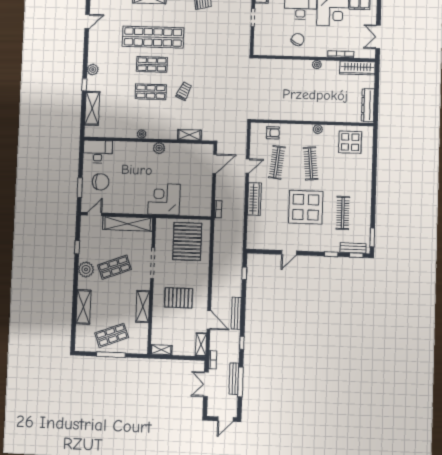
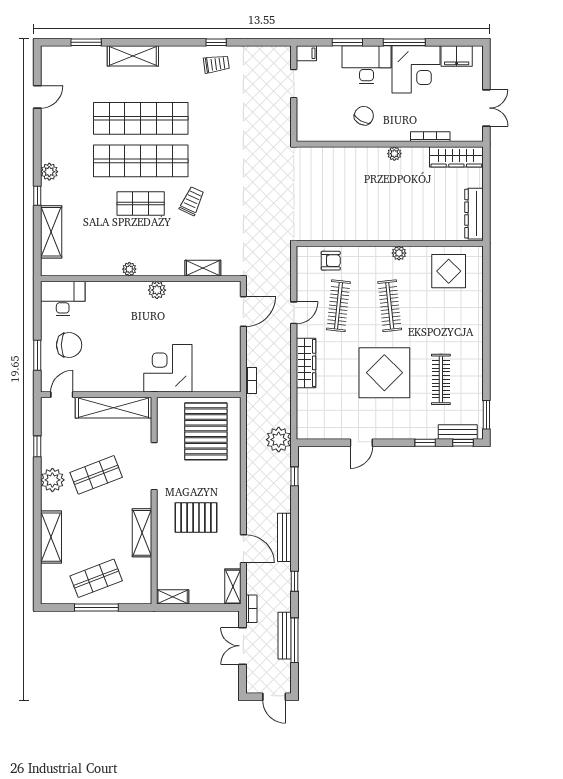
double door: (378, 37) -> (486, 108), swing flipped
shop shelf: (152, 64) -> (141, 161), width x2.00, depth x1.36
plant: (235, 249) -> (279, 440), added
door: (225, 419) -> (274, 697), hinge flipped

